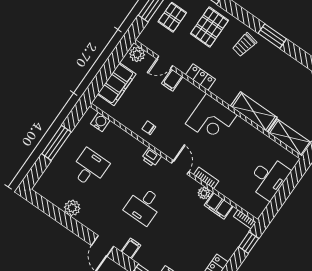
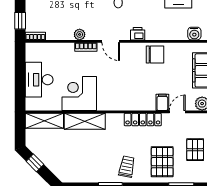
locker: (200, 77) -> (143, 120), width x1.53
corner desk: (211, 119) -> (79, 94), moved
chair: (149, 128) -> (155, 55), width x1.87, depth x1.87
filing cabinet: (219, 206) -> (62, 33), removed

